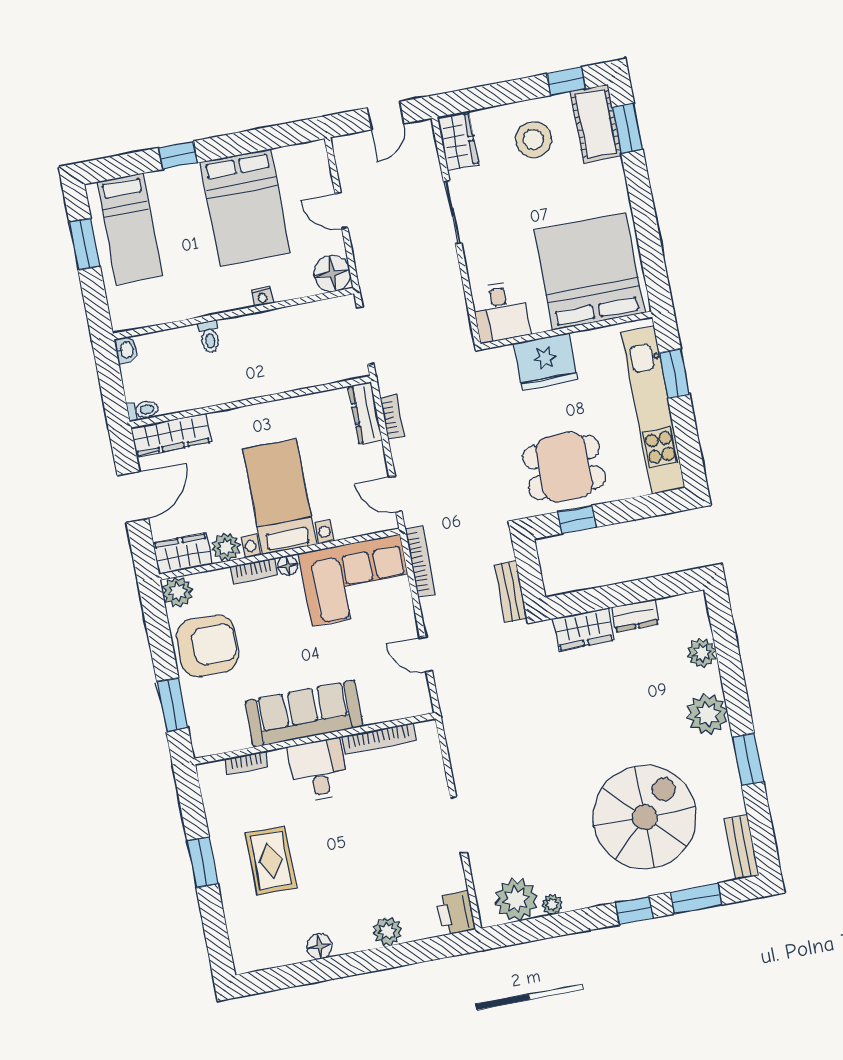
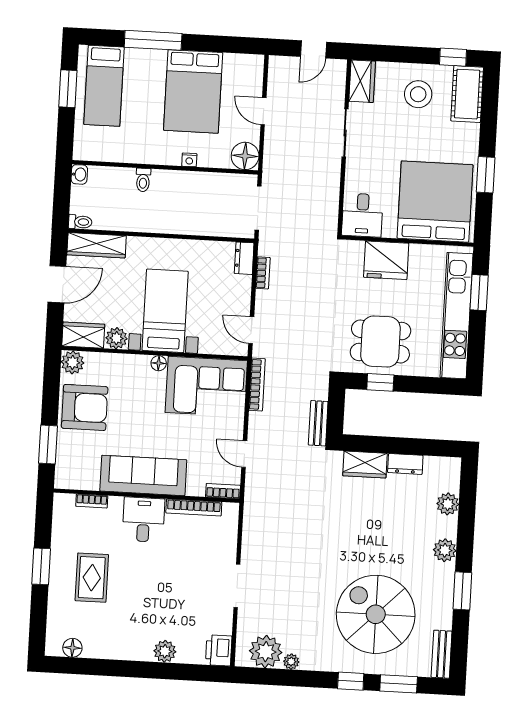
window: (628, 128) -> (486, 175), moved
window: (178, 155) -> (153, 40), width x2.17
dresser: (365, 413) -> (244, 258), width x0.70
bookcase: (254, 571) -> (223, 491), moved, turned 180
plant: (707, 714) -> (445, 550), width x0.73, depth x0.73
spiral stairs: (645, 817) -> (376, 614), turned -90
floor lamp: (319, 946) -> (72, 648), moved

